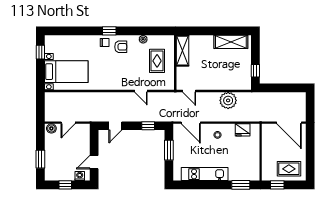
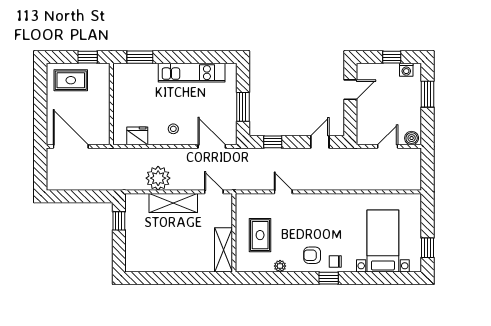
shelving: (231, 42) -> (173, 203), moved
bed with nightstands: (66, 72) -> (383, 241), moved, turned 90
washing machine: (80, 176) -> (406, 70), moved

